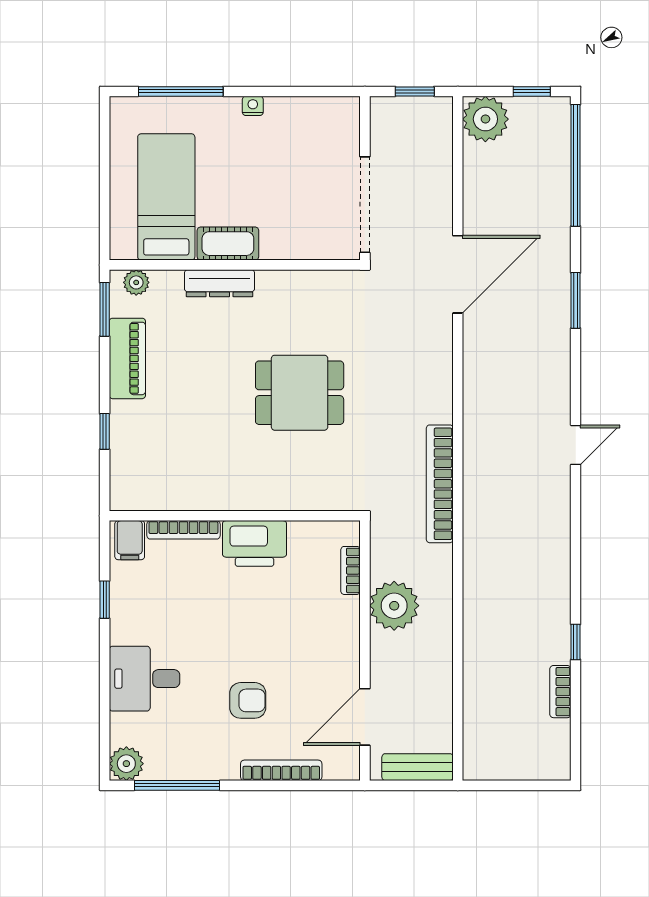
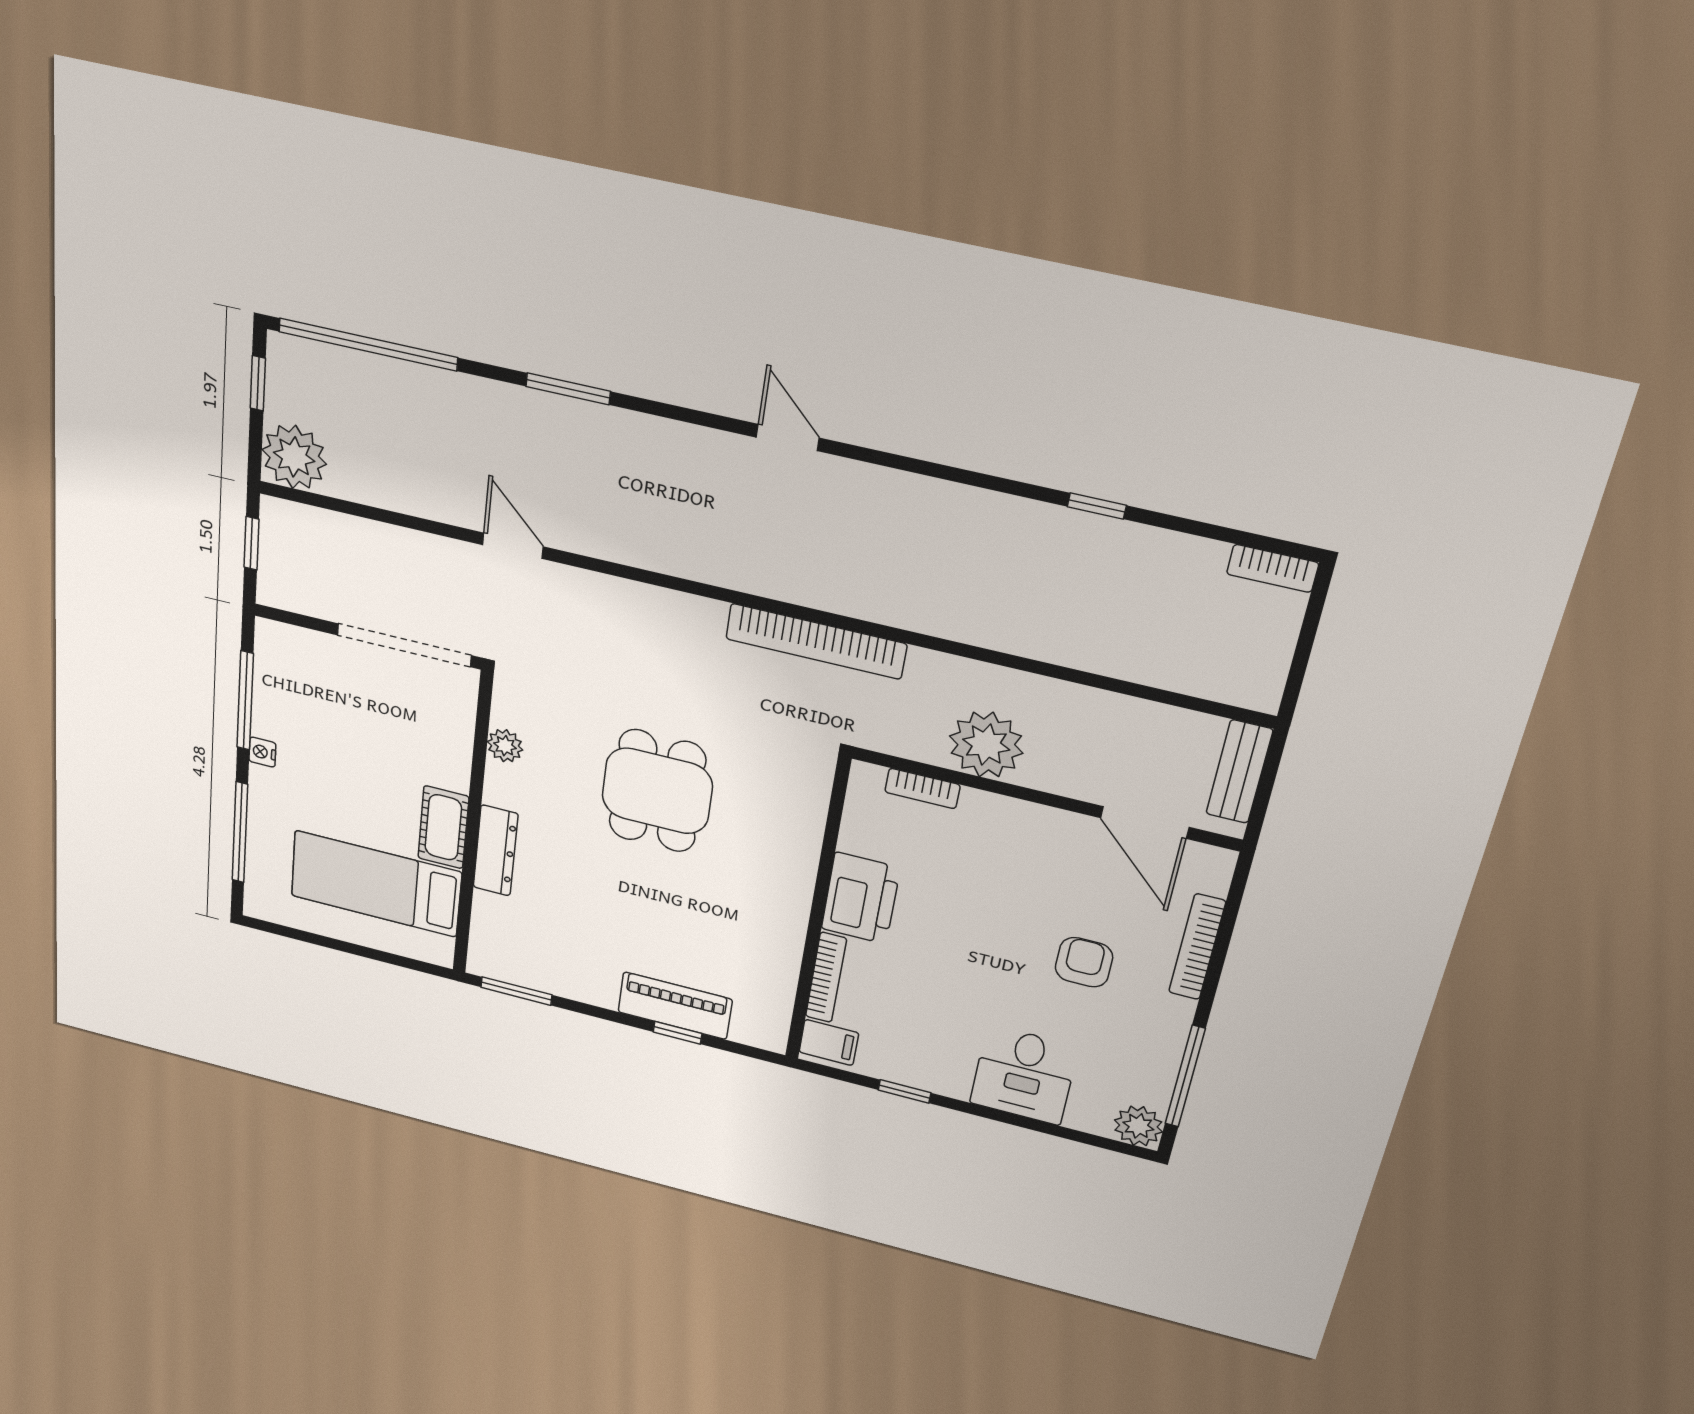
window: (291, 91) -> (245, 701), added
door: (458, 274) -> (513, 546), width x0.53
plant: (136, 282) -> (505, 746), moved
piano: (127, 358) -> (675, 1006), moved
bookcase: (560, 692) -> (1273, 568), moved

